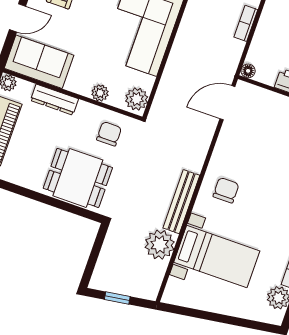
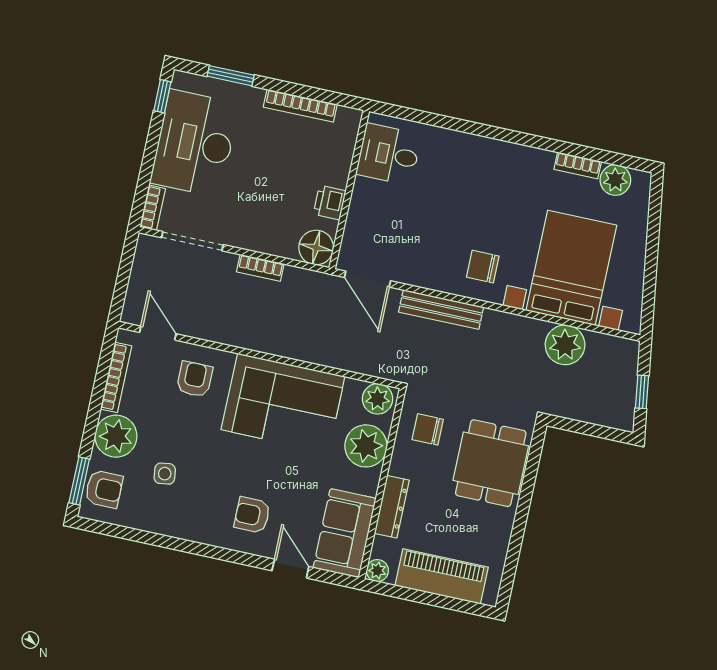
floor lamp: (248, 71) -> (316, 247), width x1.89, depth x1.89
plant: (100, 93) -> (366, 446), width x1.87, depth x1.87
bench: (181, 202) -> (441, 309), moved
bed with nightstands: (217, 257) -> (571, 268), width x1.36

